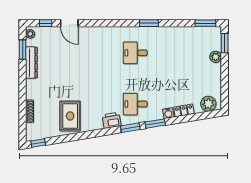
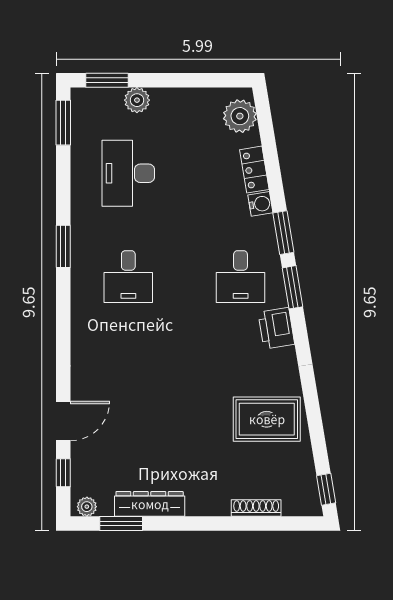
desk: (182, 53) -> (128, 173), added

